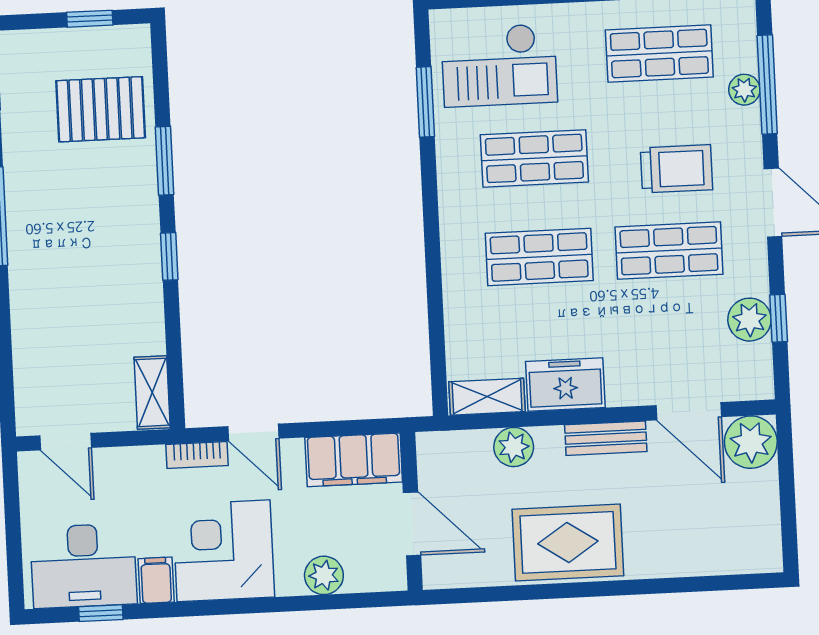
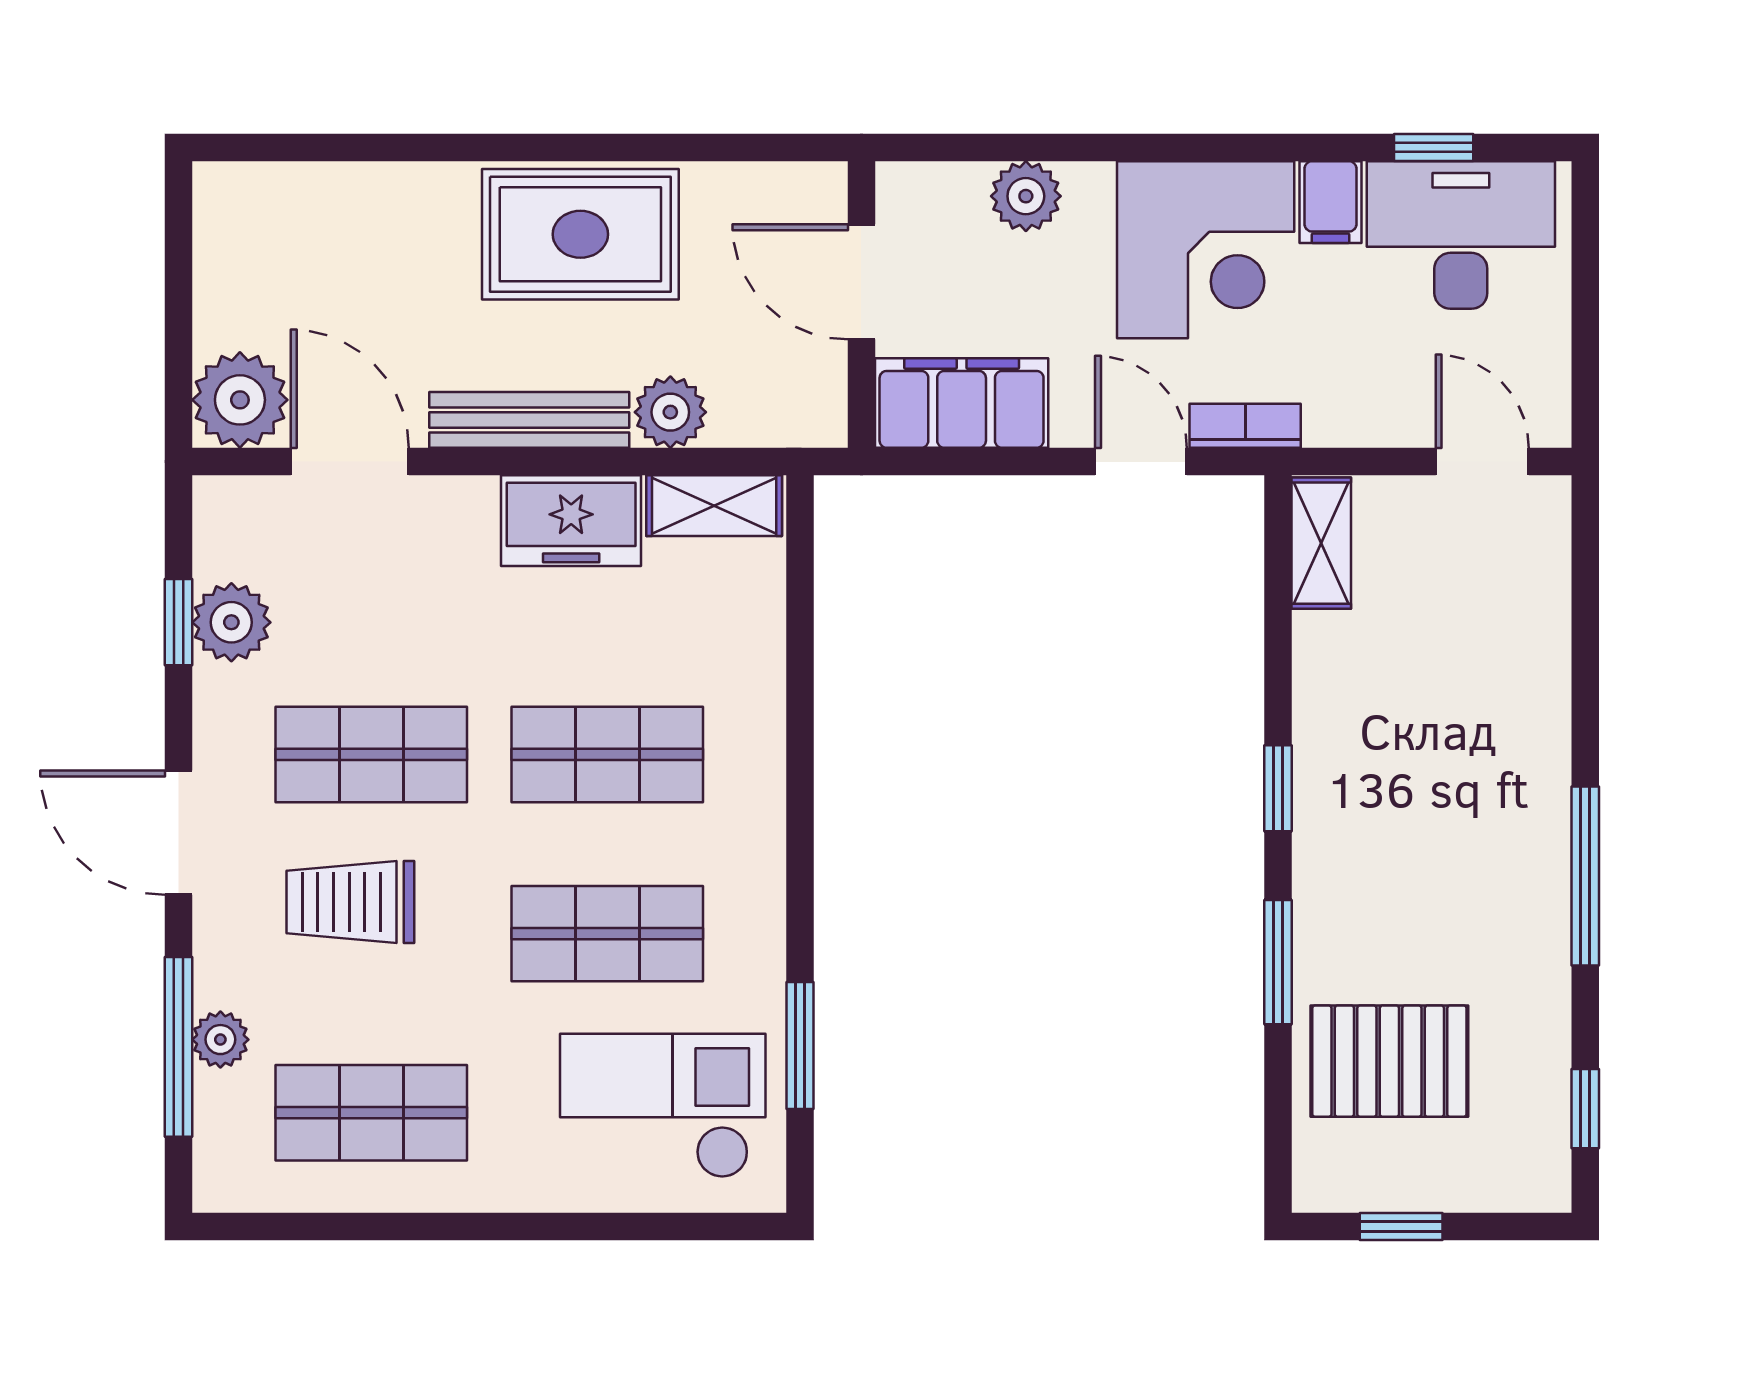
bench: (606, 438) -> (529, 420), width x1.36

